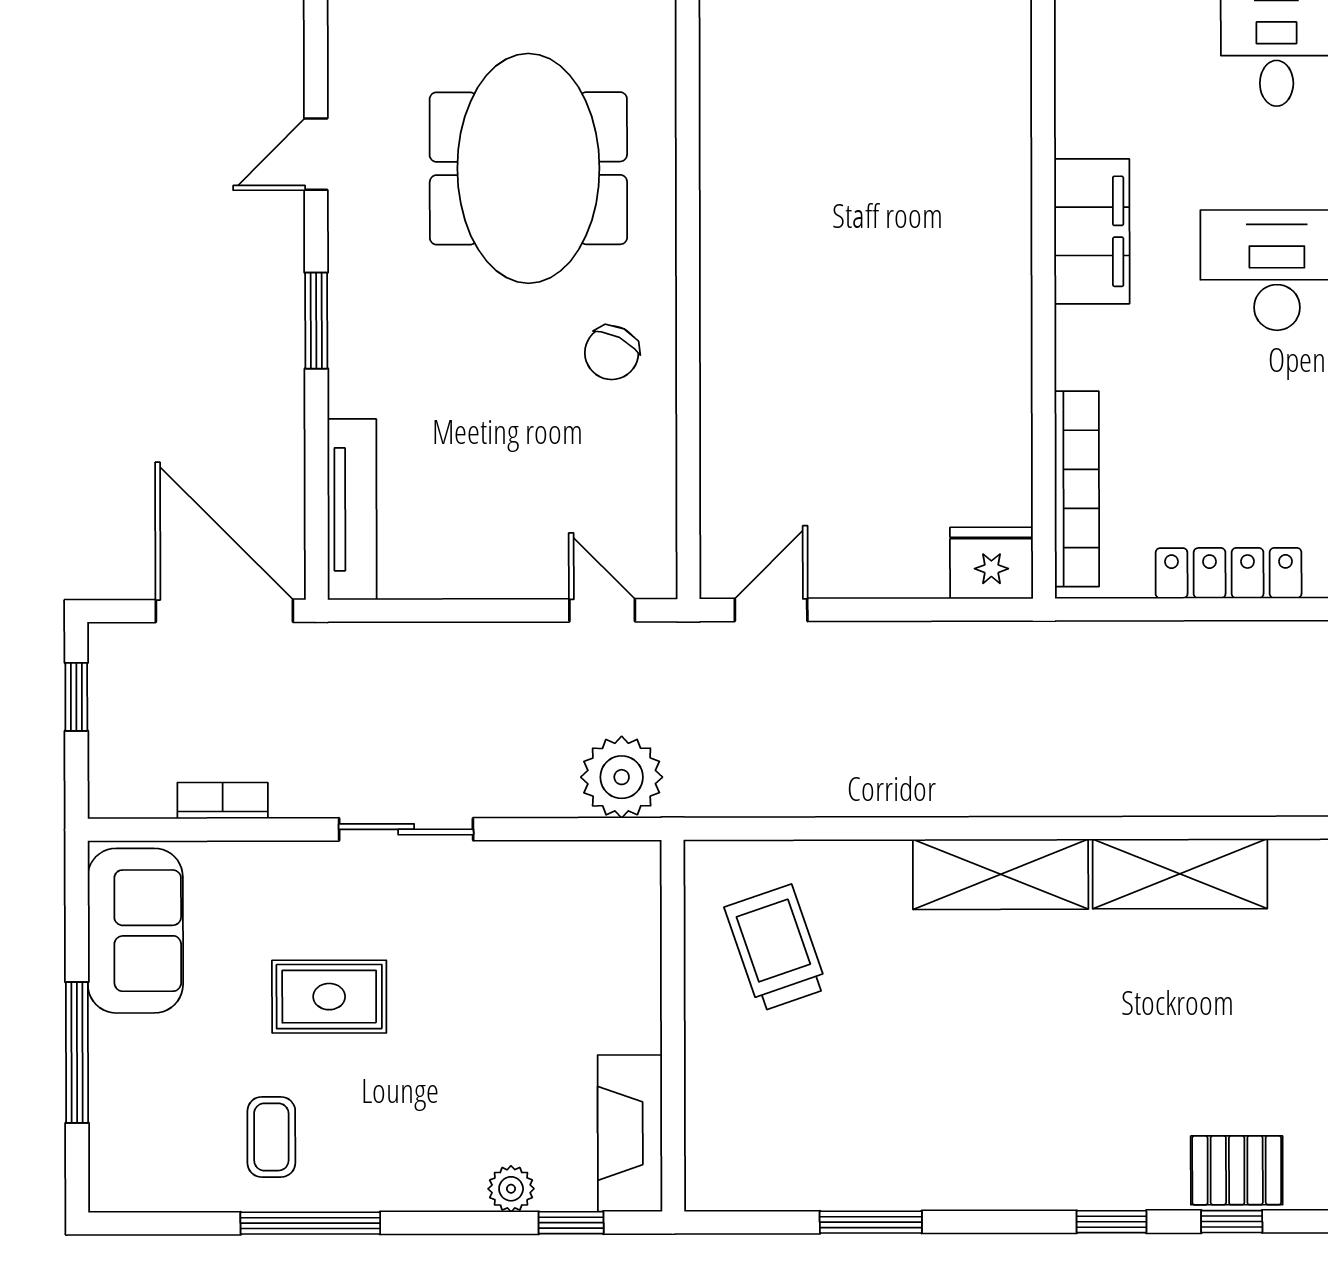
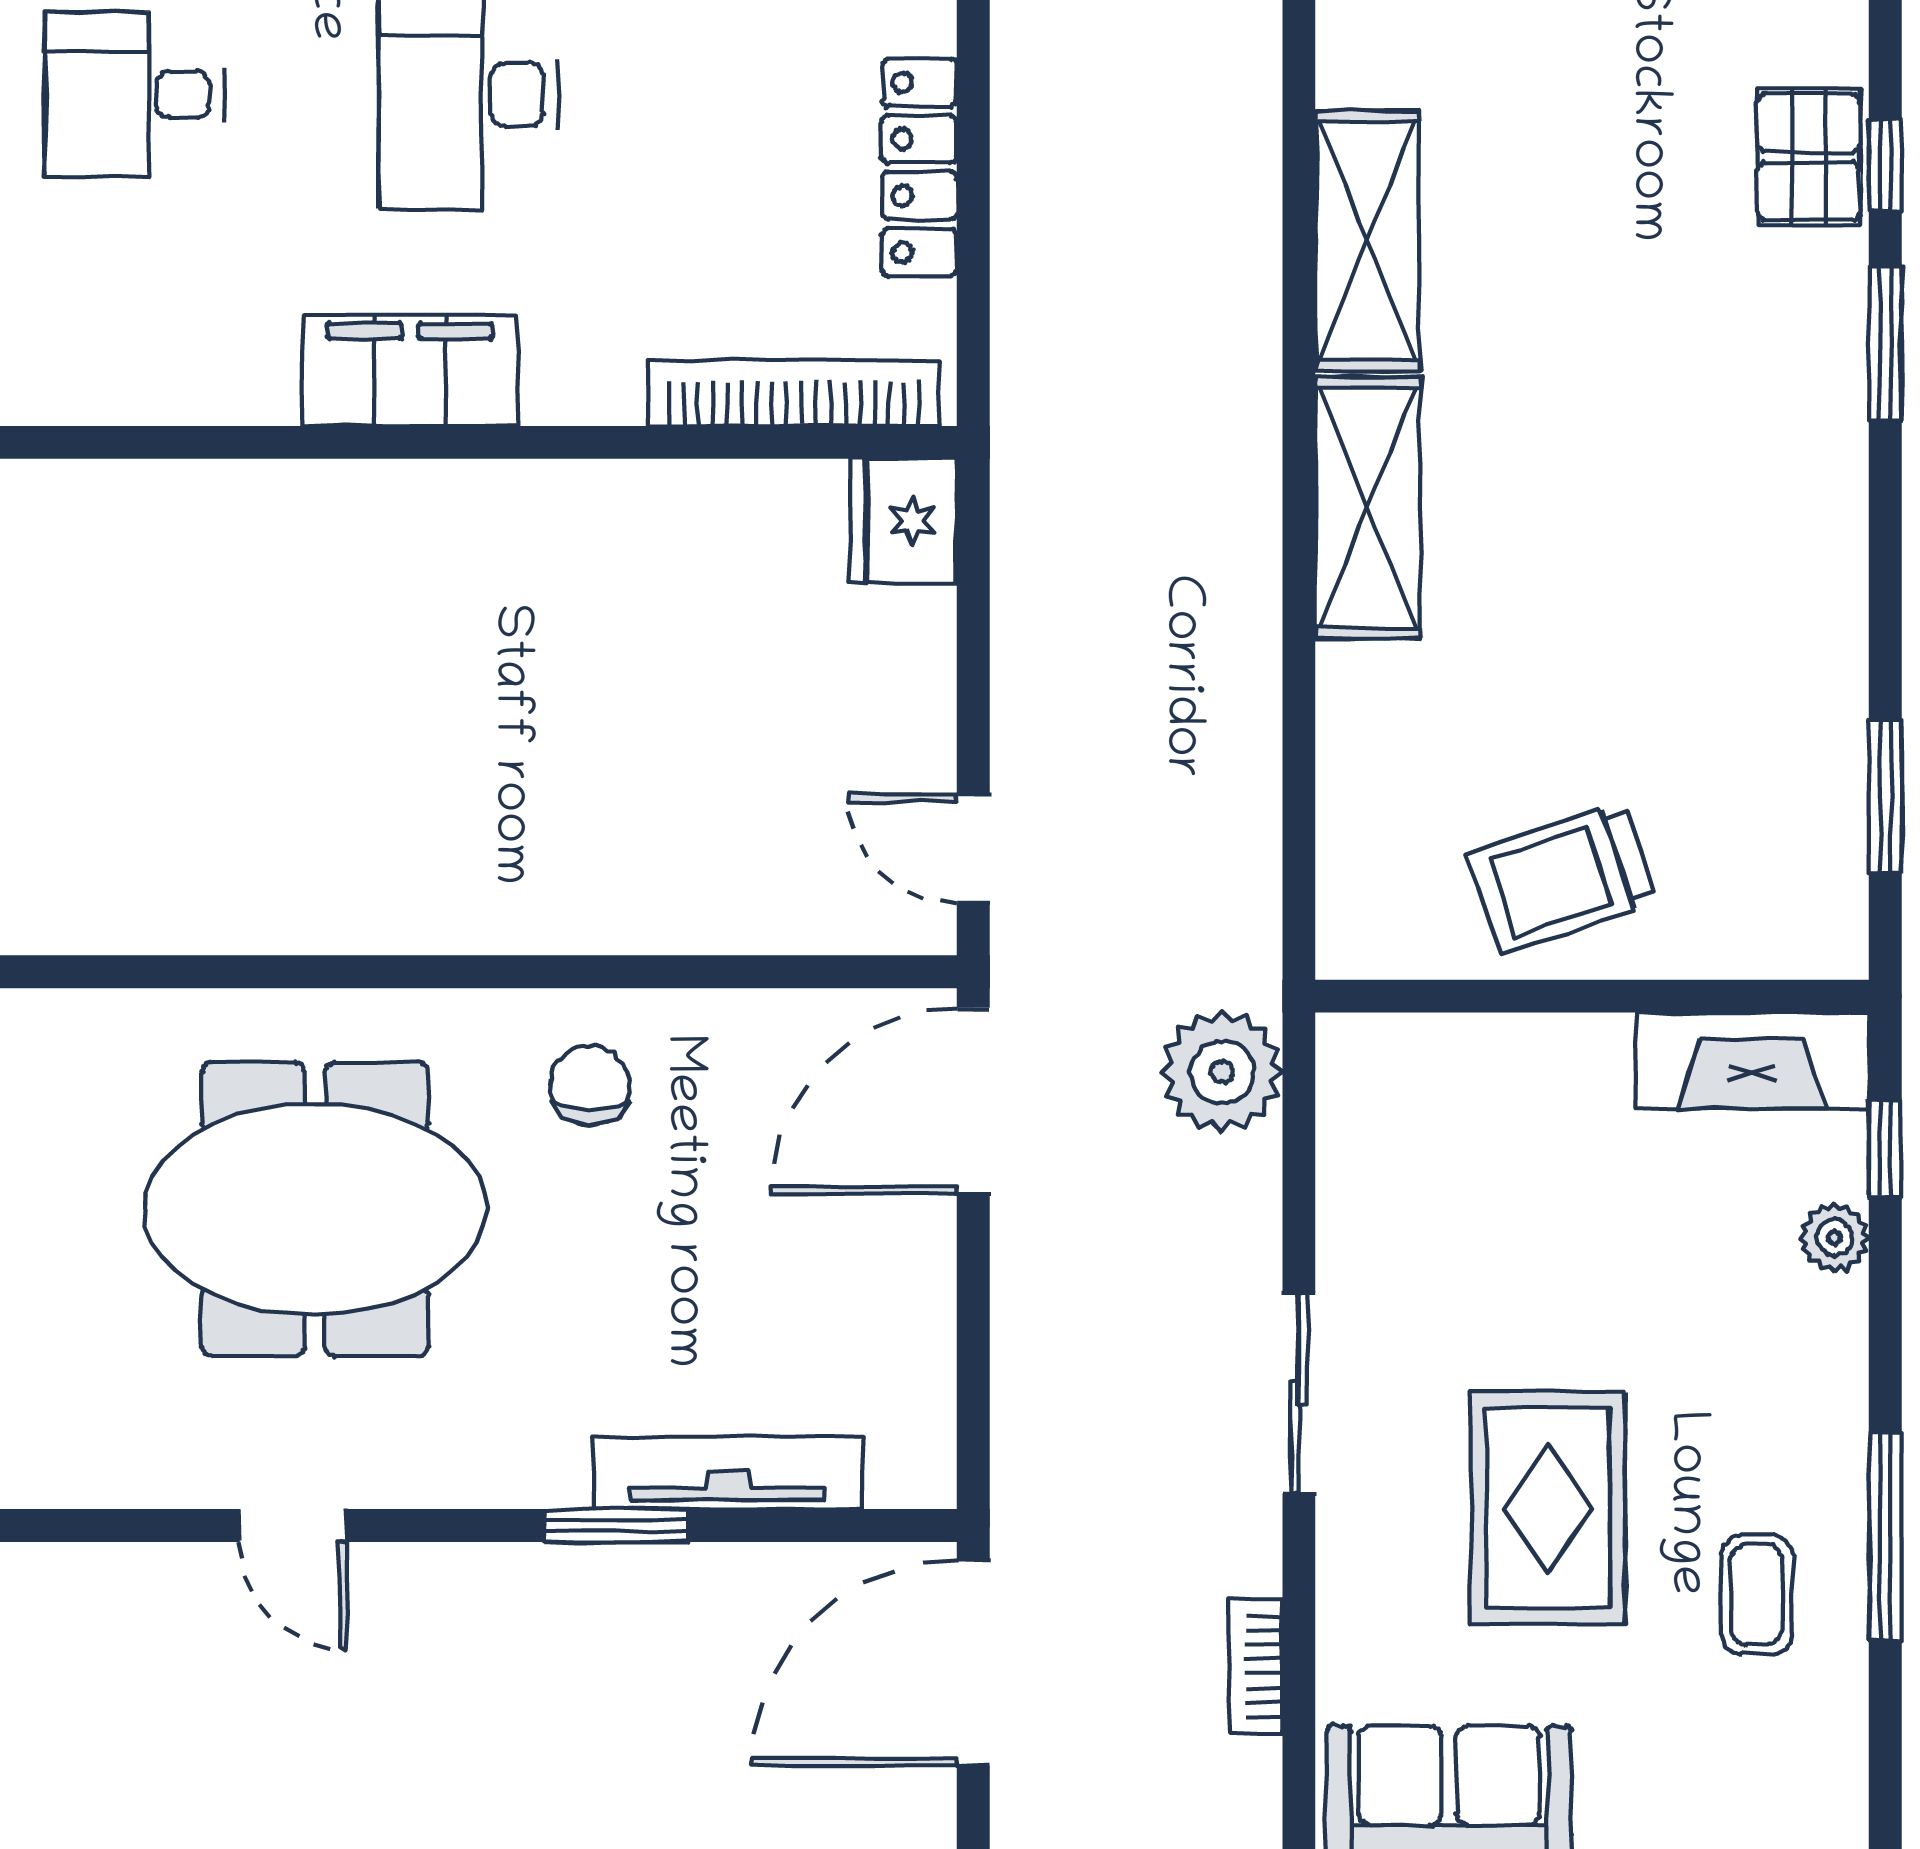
window: (316, 321) -> (616, 1525), moved
chair: (612, 353) -> (590, 1086), turned -117
tv unit: (352, 509) -> (728, 1473), moved
door: (602, 610) -> (973, 1100), width x1.87
trolley: (776, 948) -> (1561, 878), moved
rug: (329, 997) -> (1548, 1508), width x1.36, depth x1.43
coffee table: (271, 1137) -> (1757, 1595), turned 90
window: (871, 1222) -> (1885, 797), moved
window: (1112, 1222) -> (1885, 343), width x1.50

